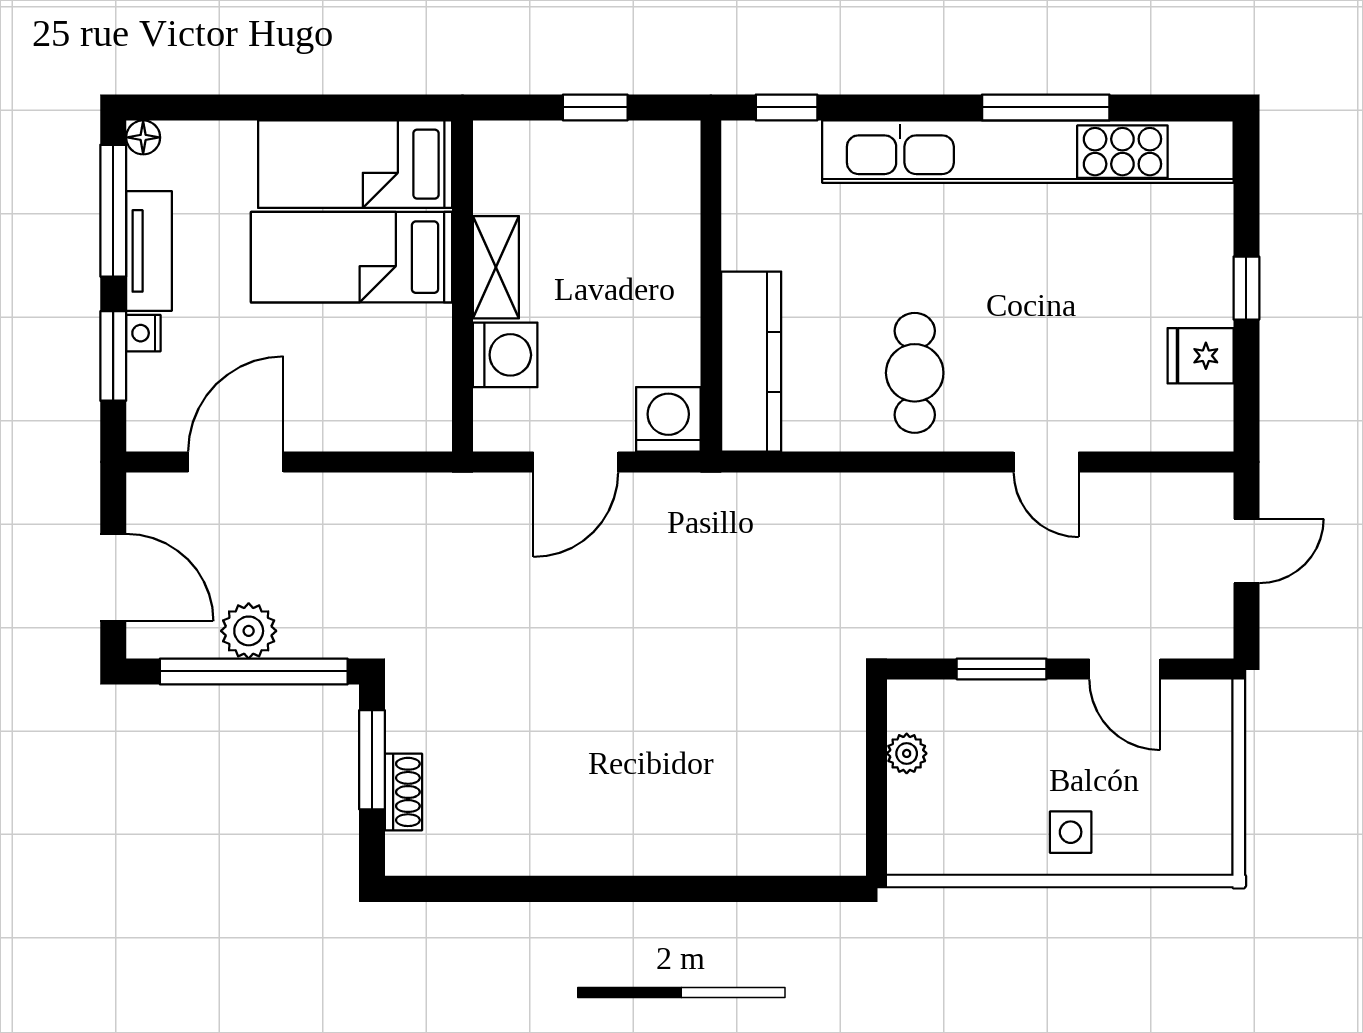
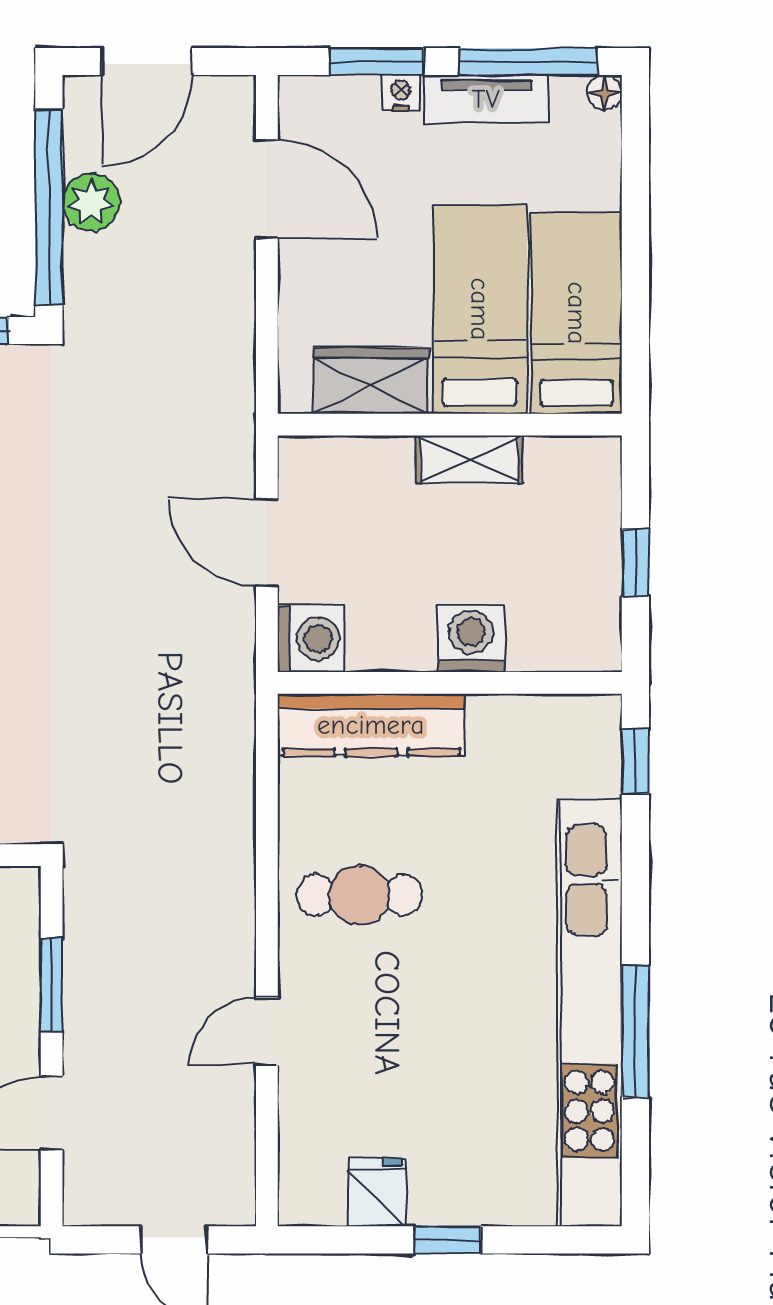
washing machine: (505, 355) -> (471, 639), moved, turned 180
wardrobe: (420, 362) -> (371, 381), added

